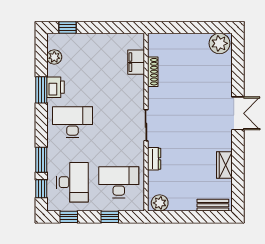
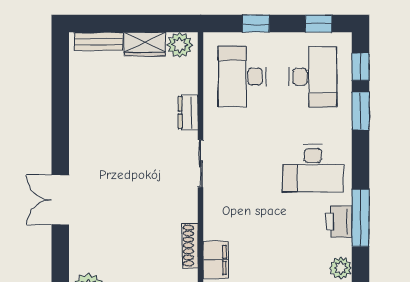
window: (41, 90) -> (360, 218), width x1.44
double door: (238, 113) -> (60, 200), moved
wardrobe: (224, 165) -> (145, 44), moved, turned 90
desk: (72, 182) -> (313, 77), turned 180
desk: (119, 182) -> (242, 77), turned 90

